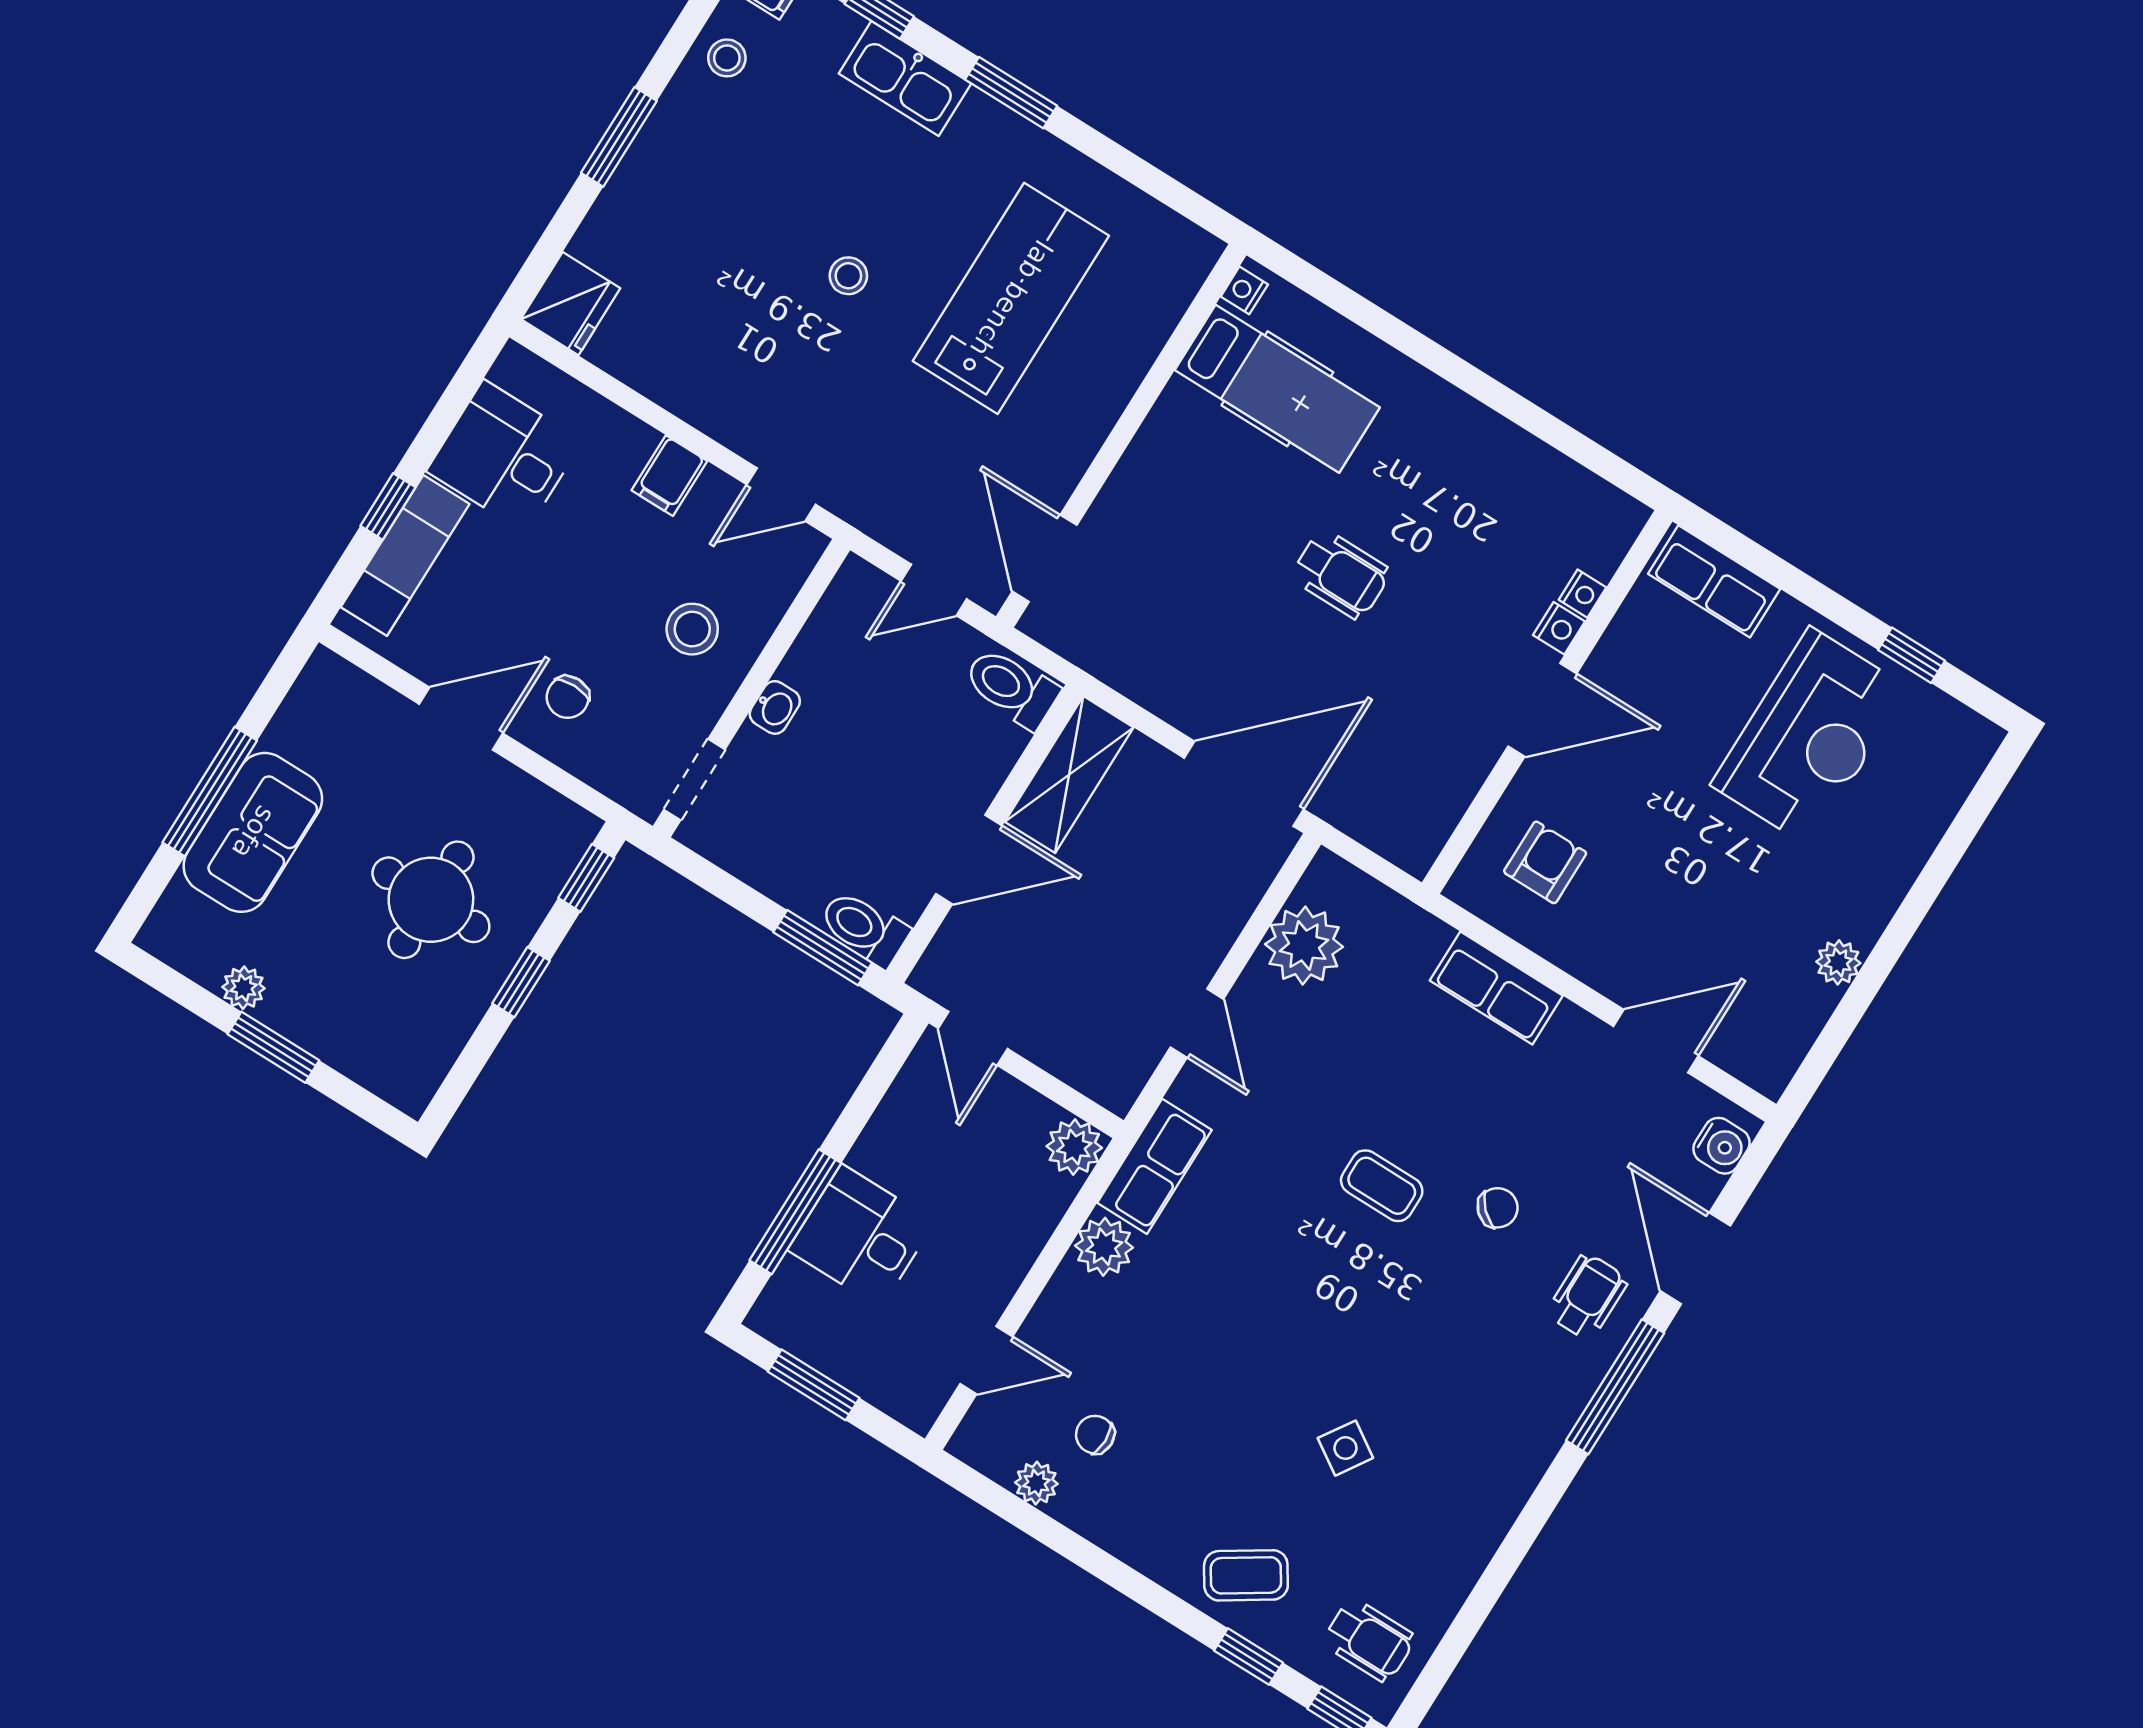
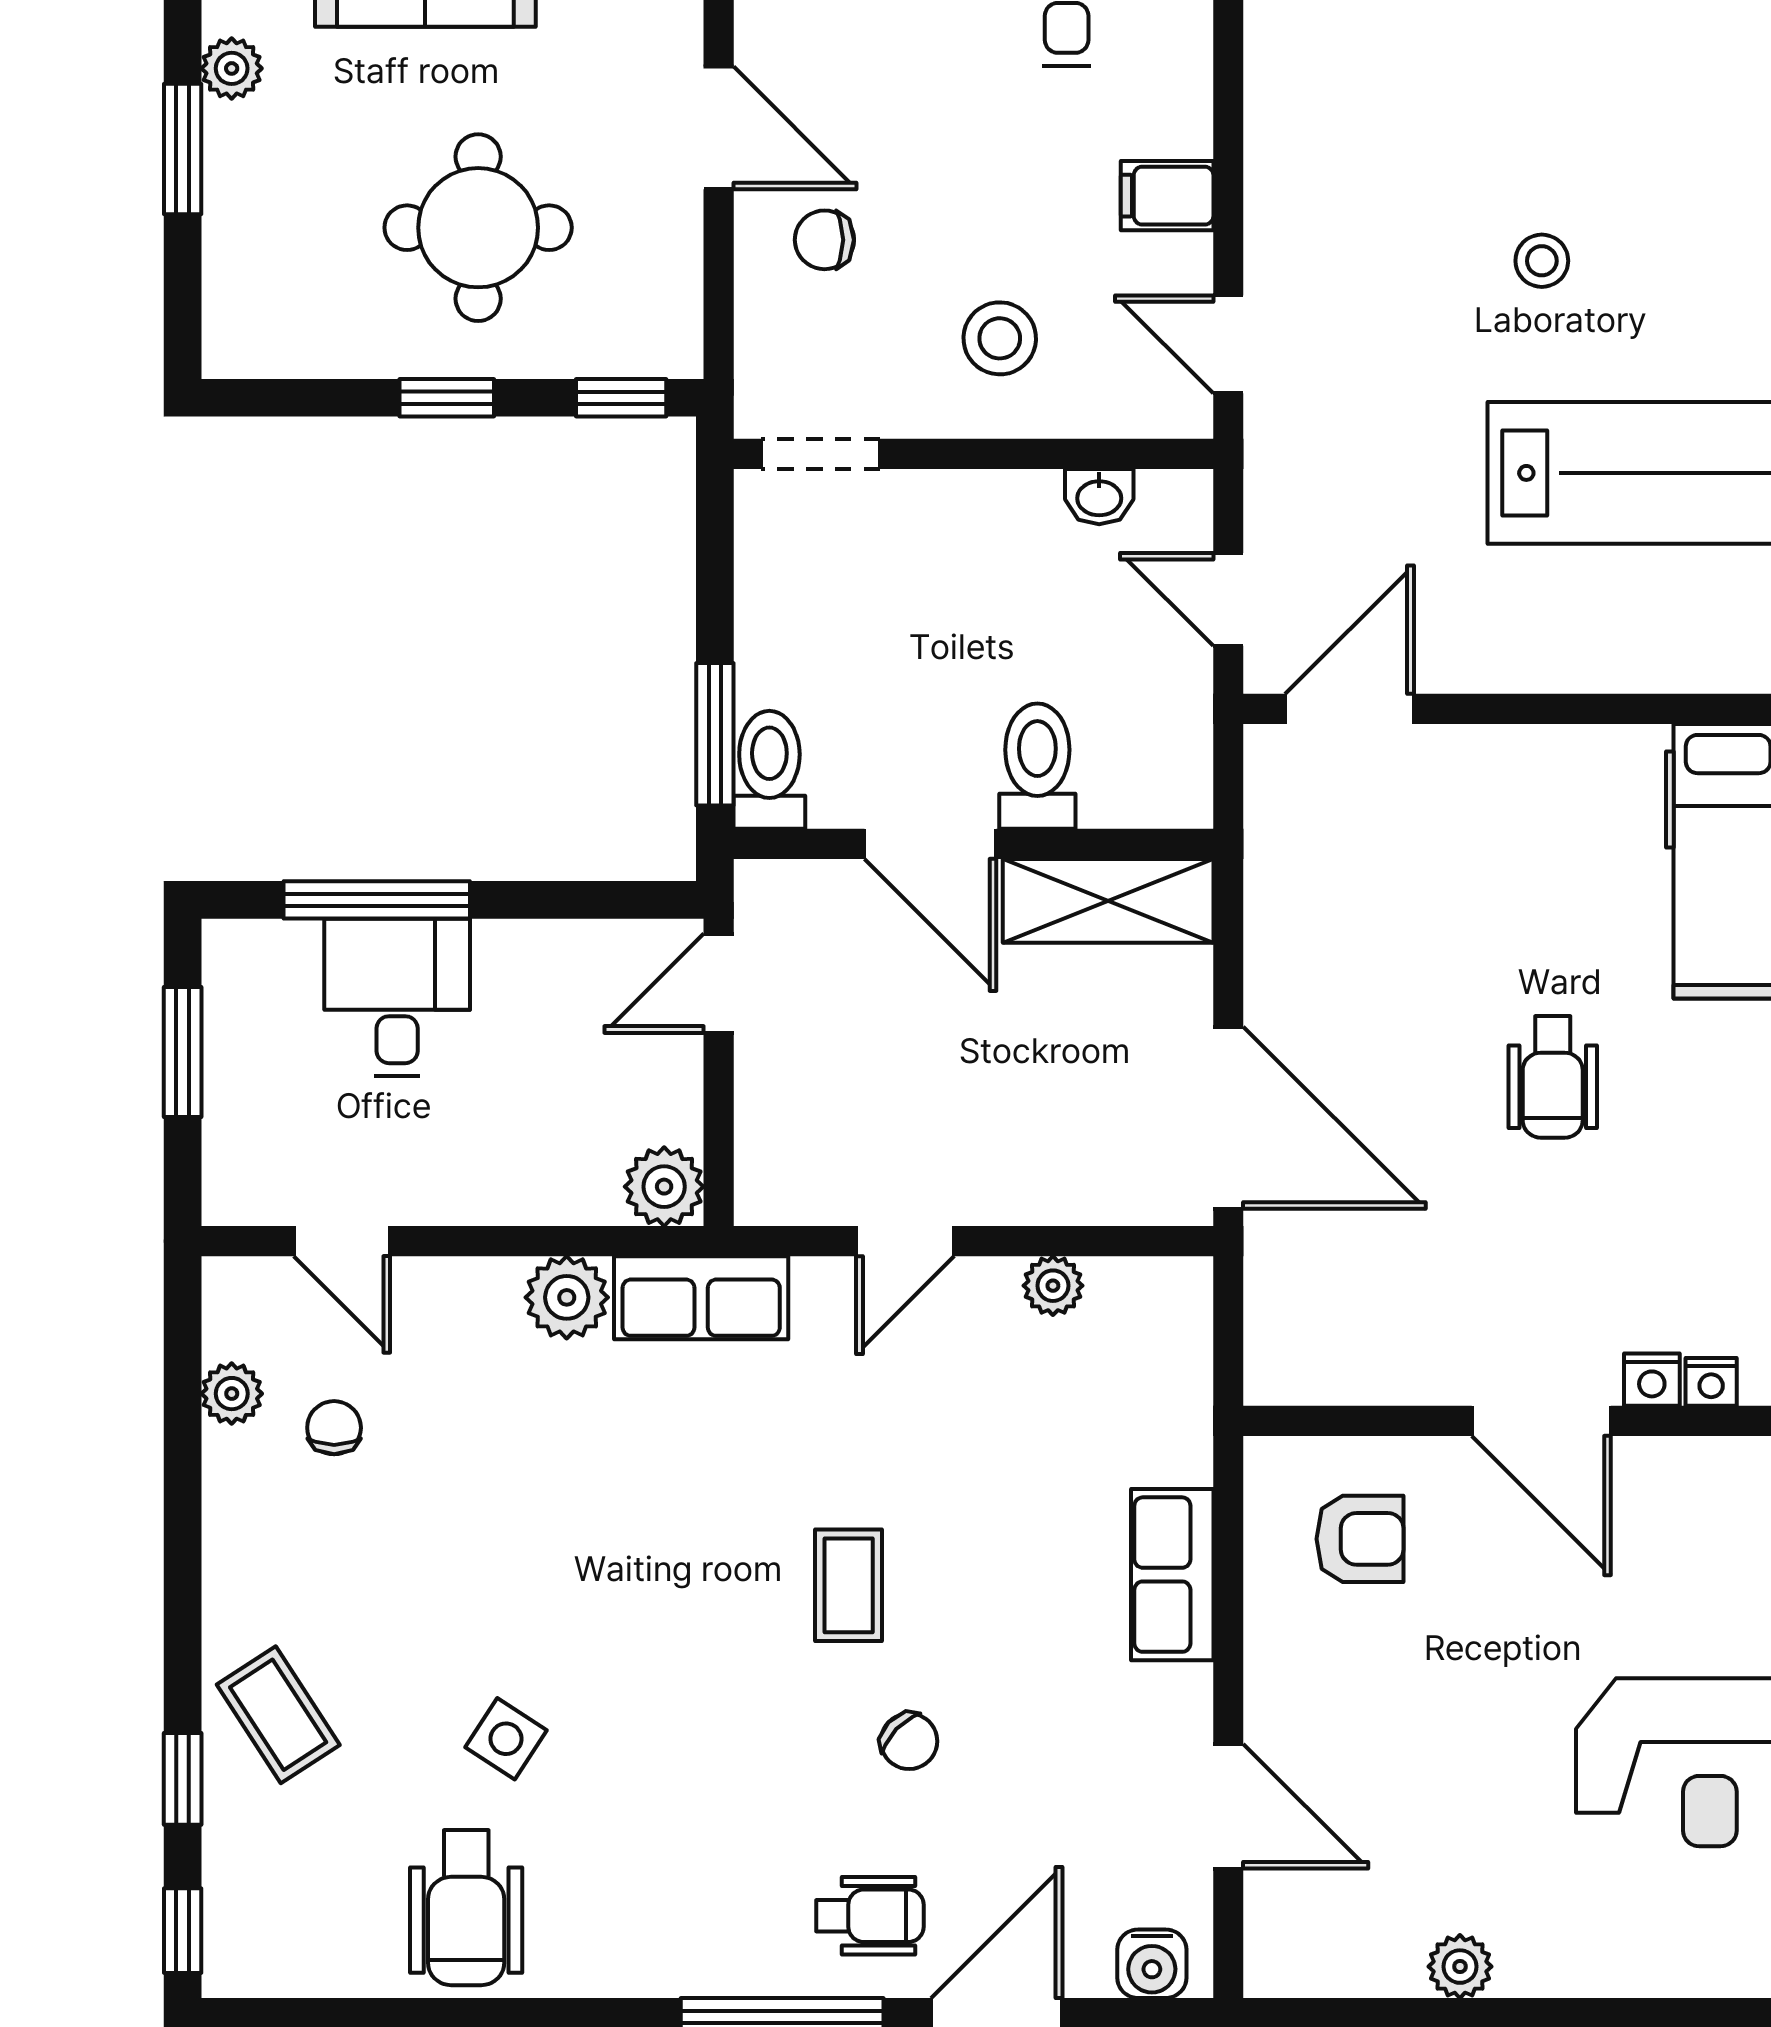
toilet: (1011, 688) -> (1037, 766), moved
washbasin: (775, 707) -> (1099, 497), moved
plant: (1304, 946) -> (1053, 1286), width x0.53, depth x0.53
wheelchair: (1369, 1640) -> (466, 1908), moved, width x1.36, depth x1.37

